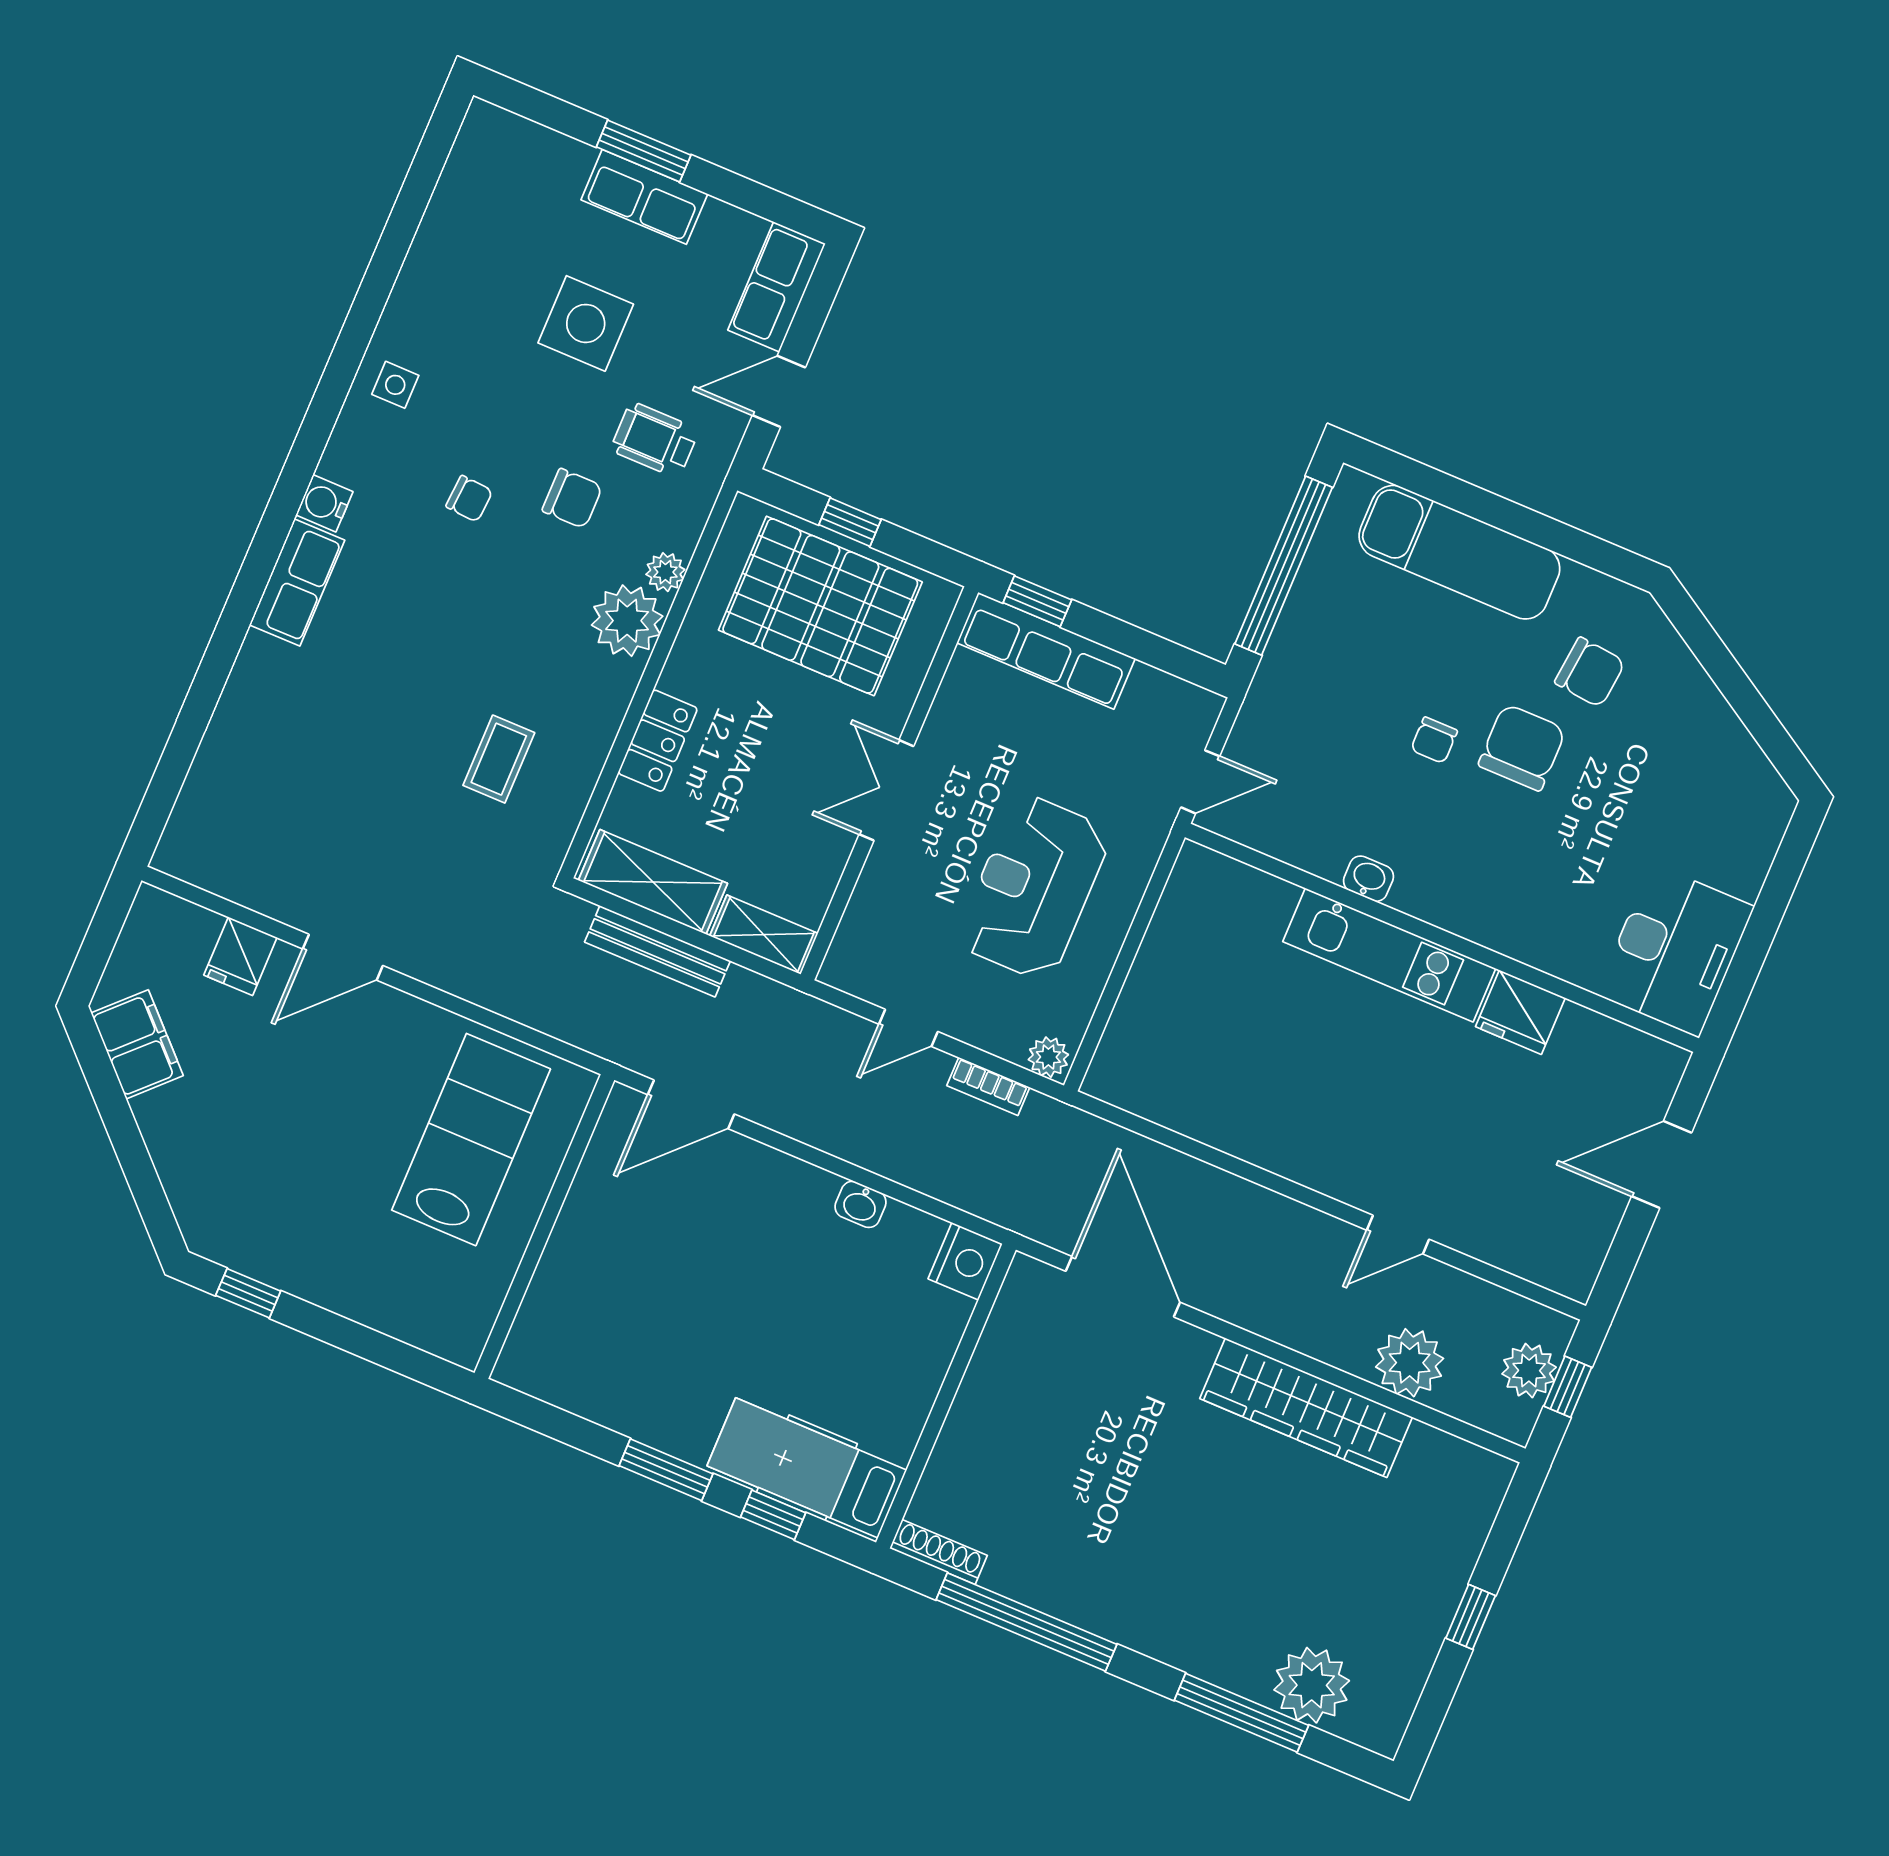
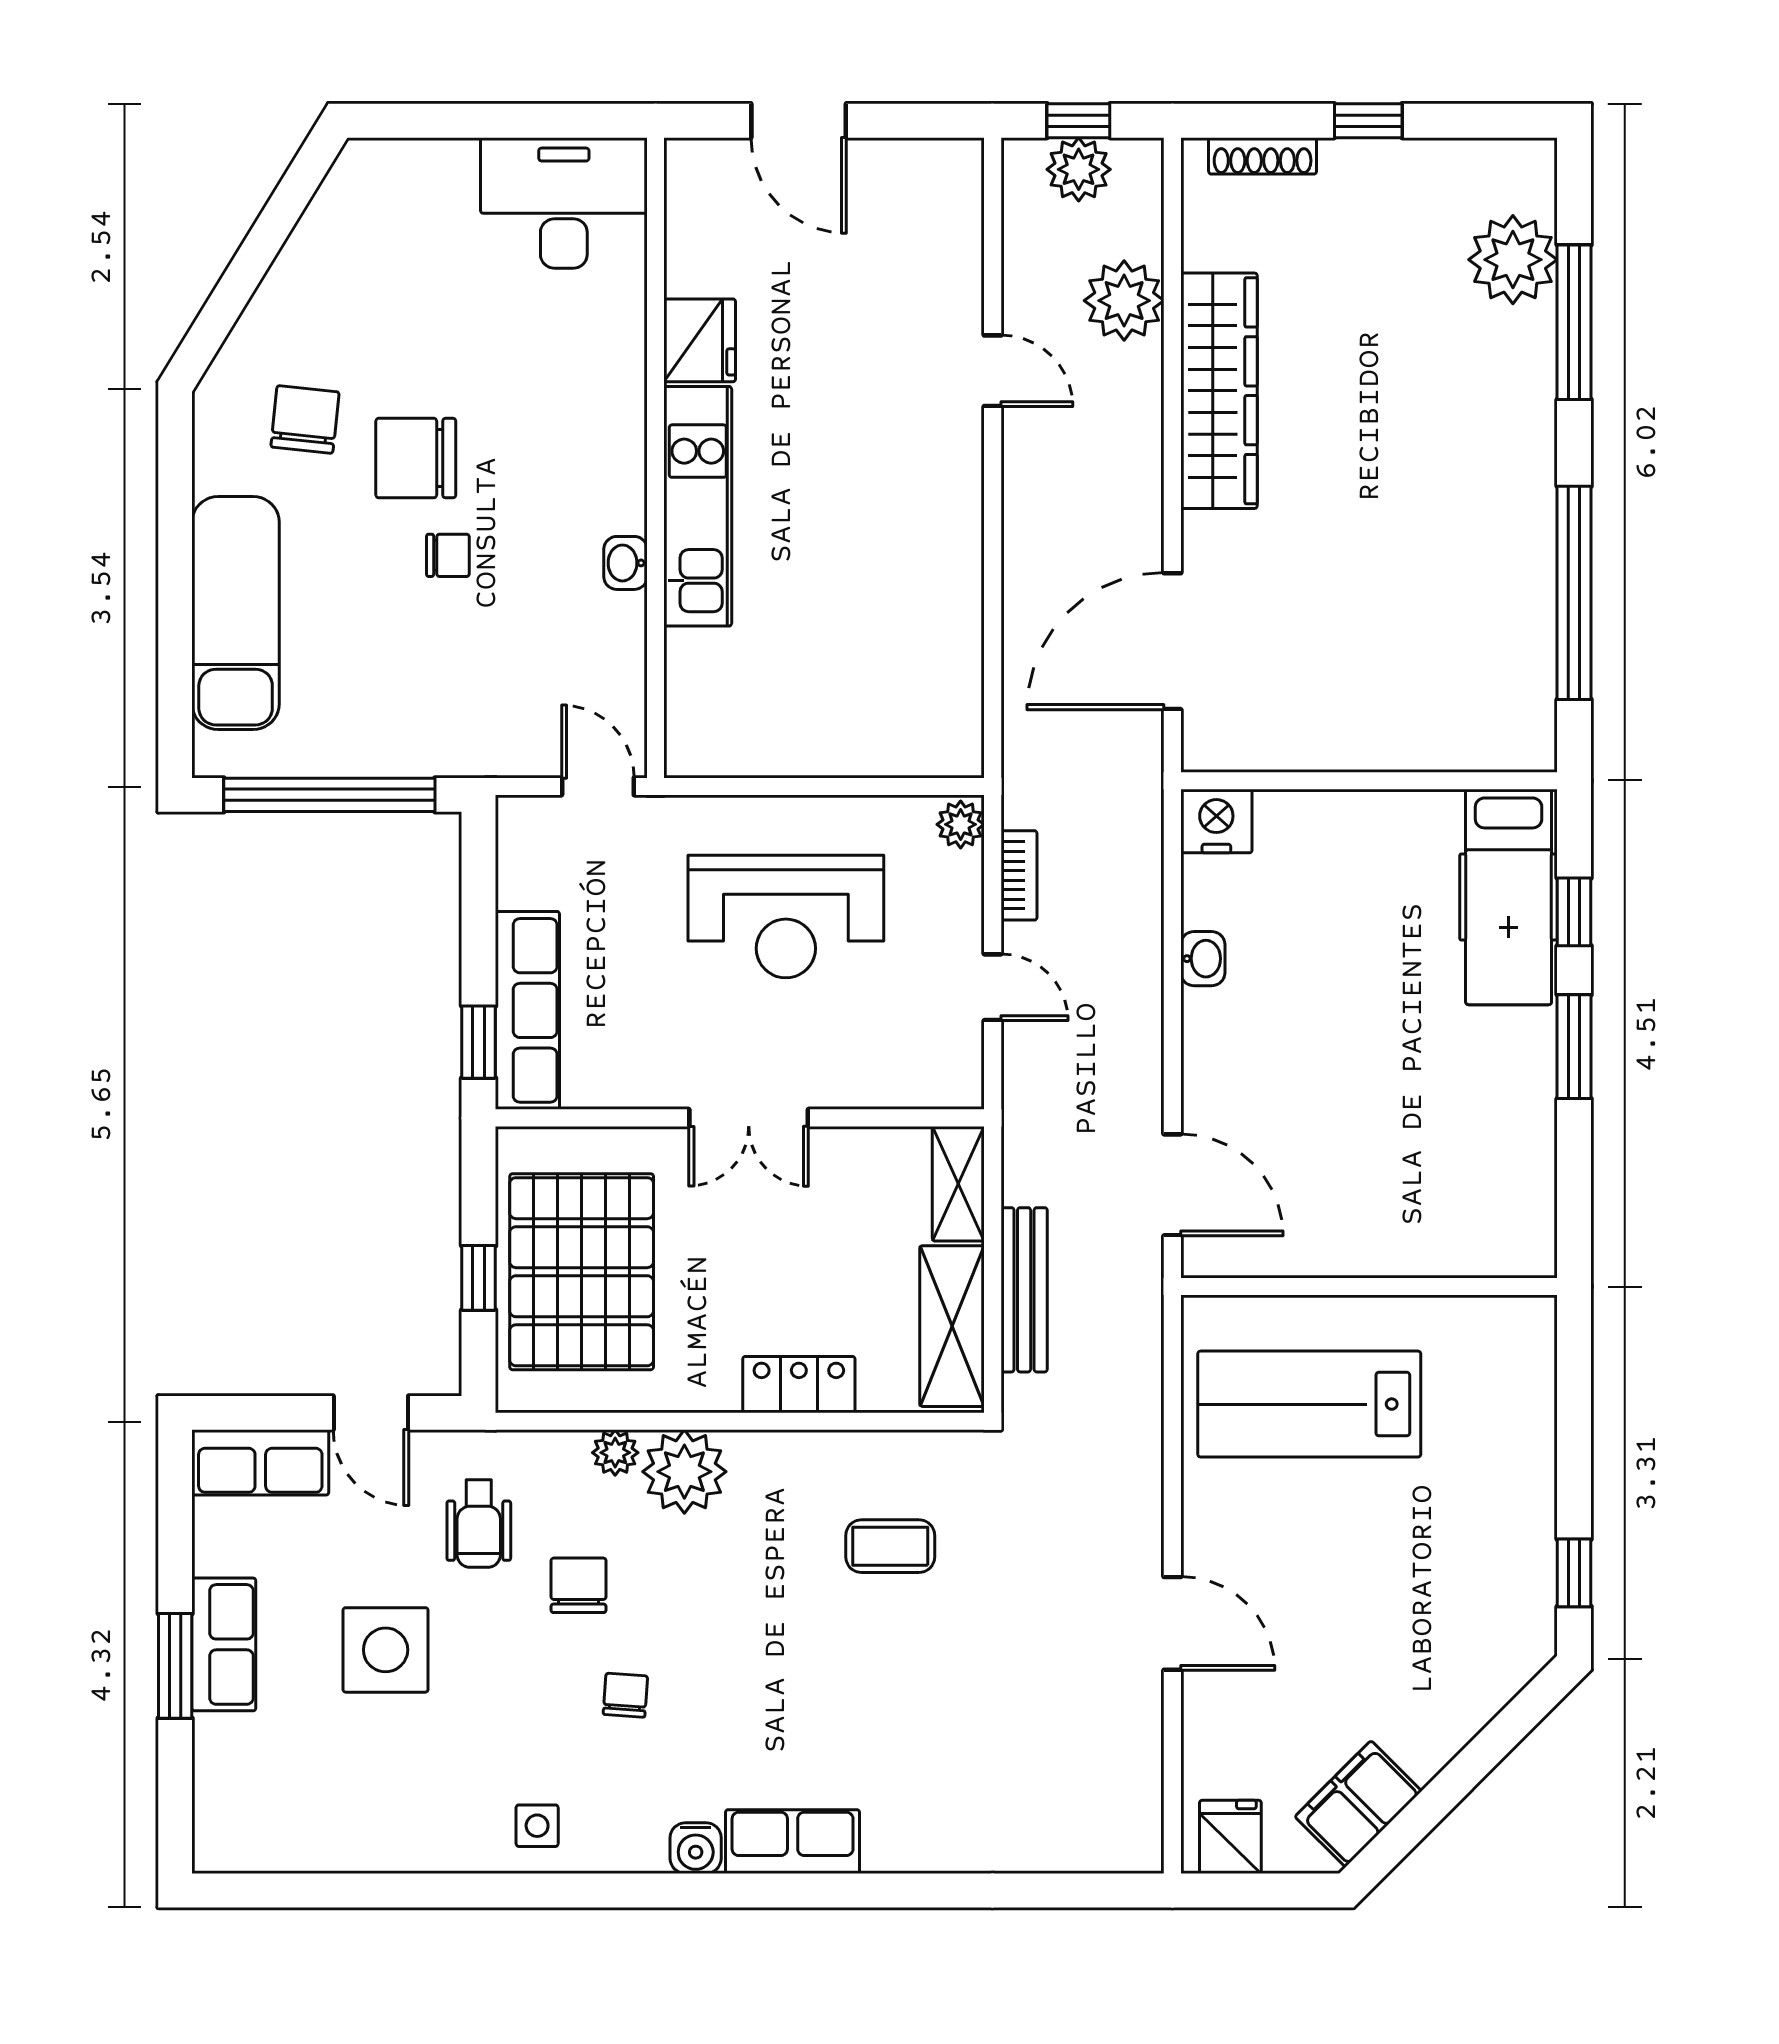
fridge: (240, 956) -> (1230, 1837), moved, turned -90
shoe rack: (938, 1552) -> (1263, 156), moved, turned -90

